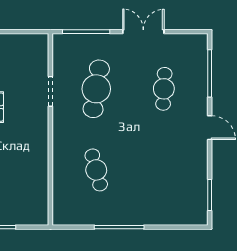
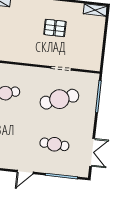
double door: (143, 32) -> (92, 152), moved
cafe table: (96, 89) -> (59, 99), turned -30

